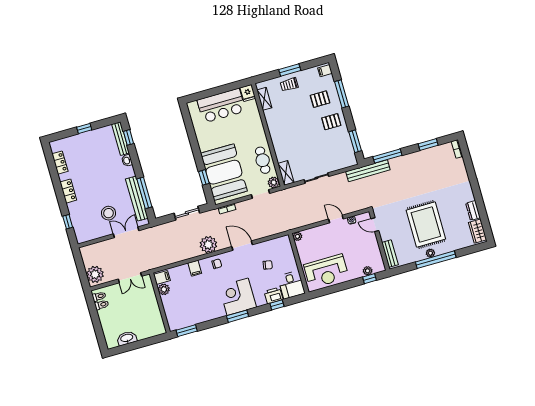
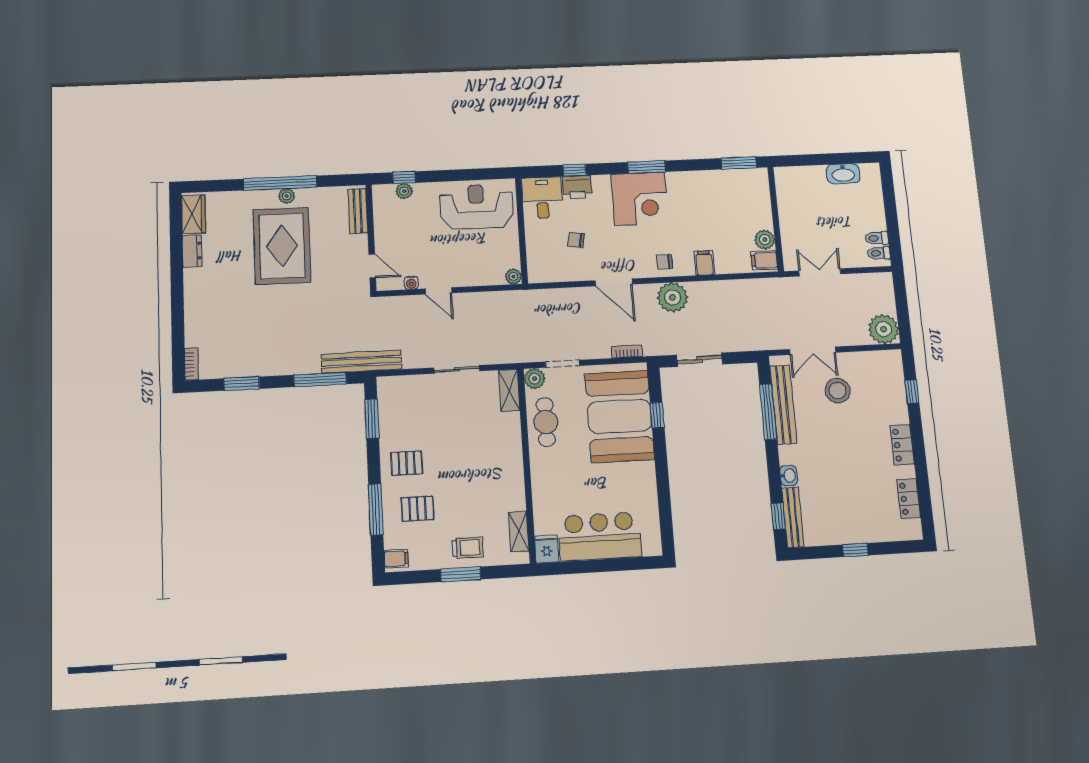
plant: (95, 274) -> (884, 329), moved

